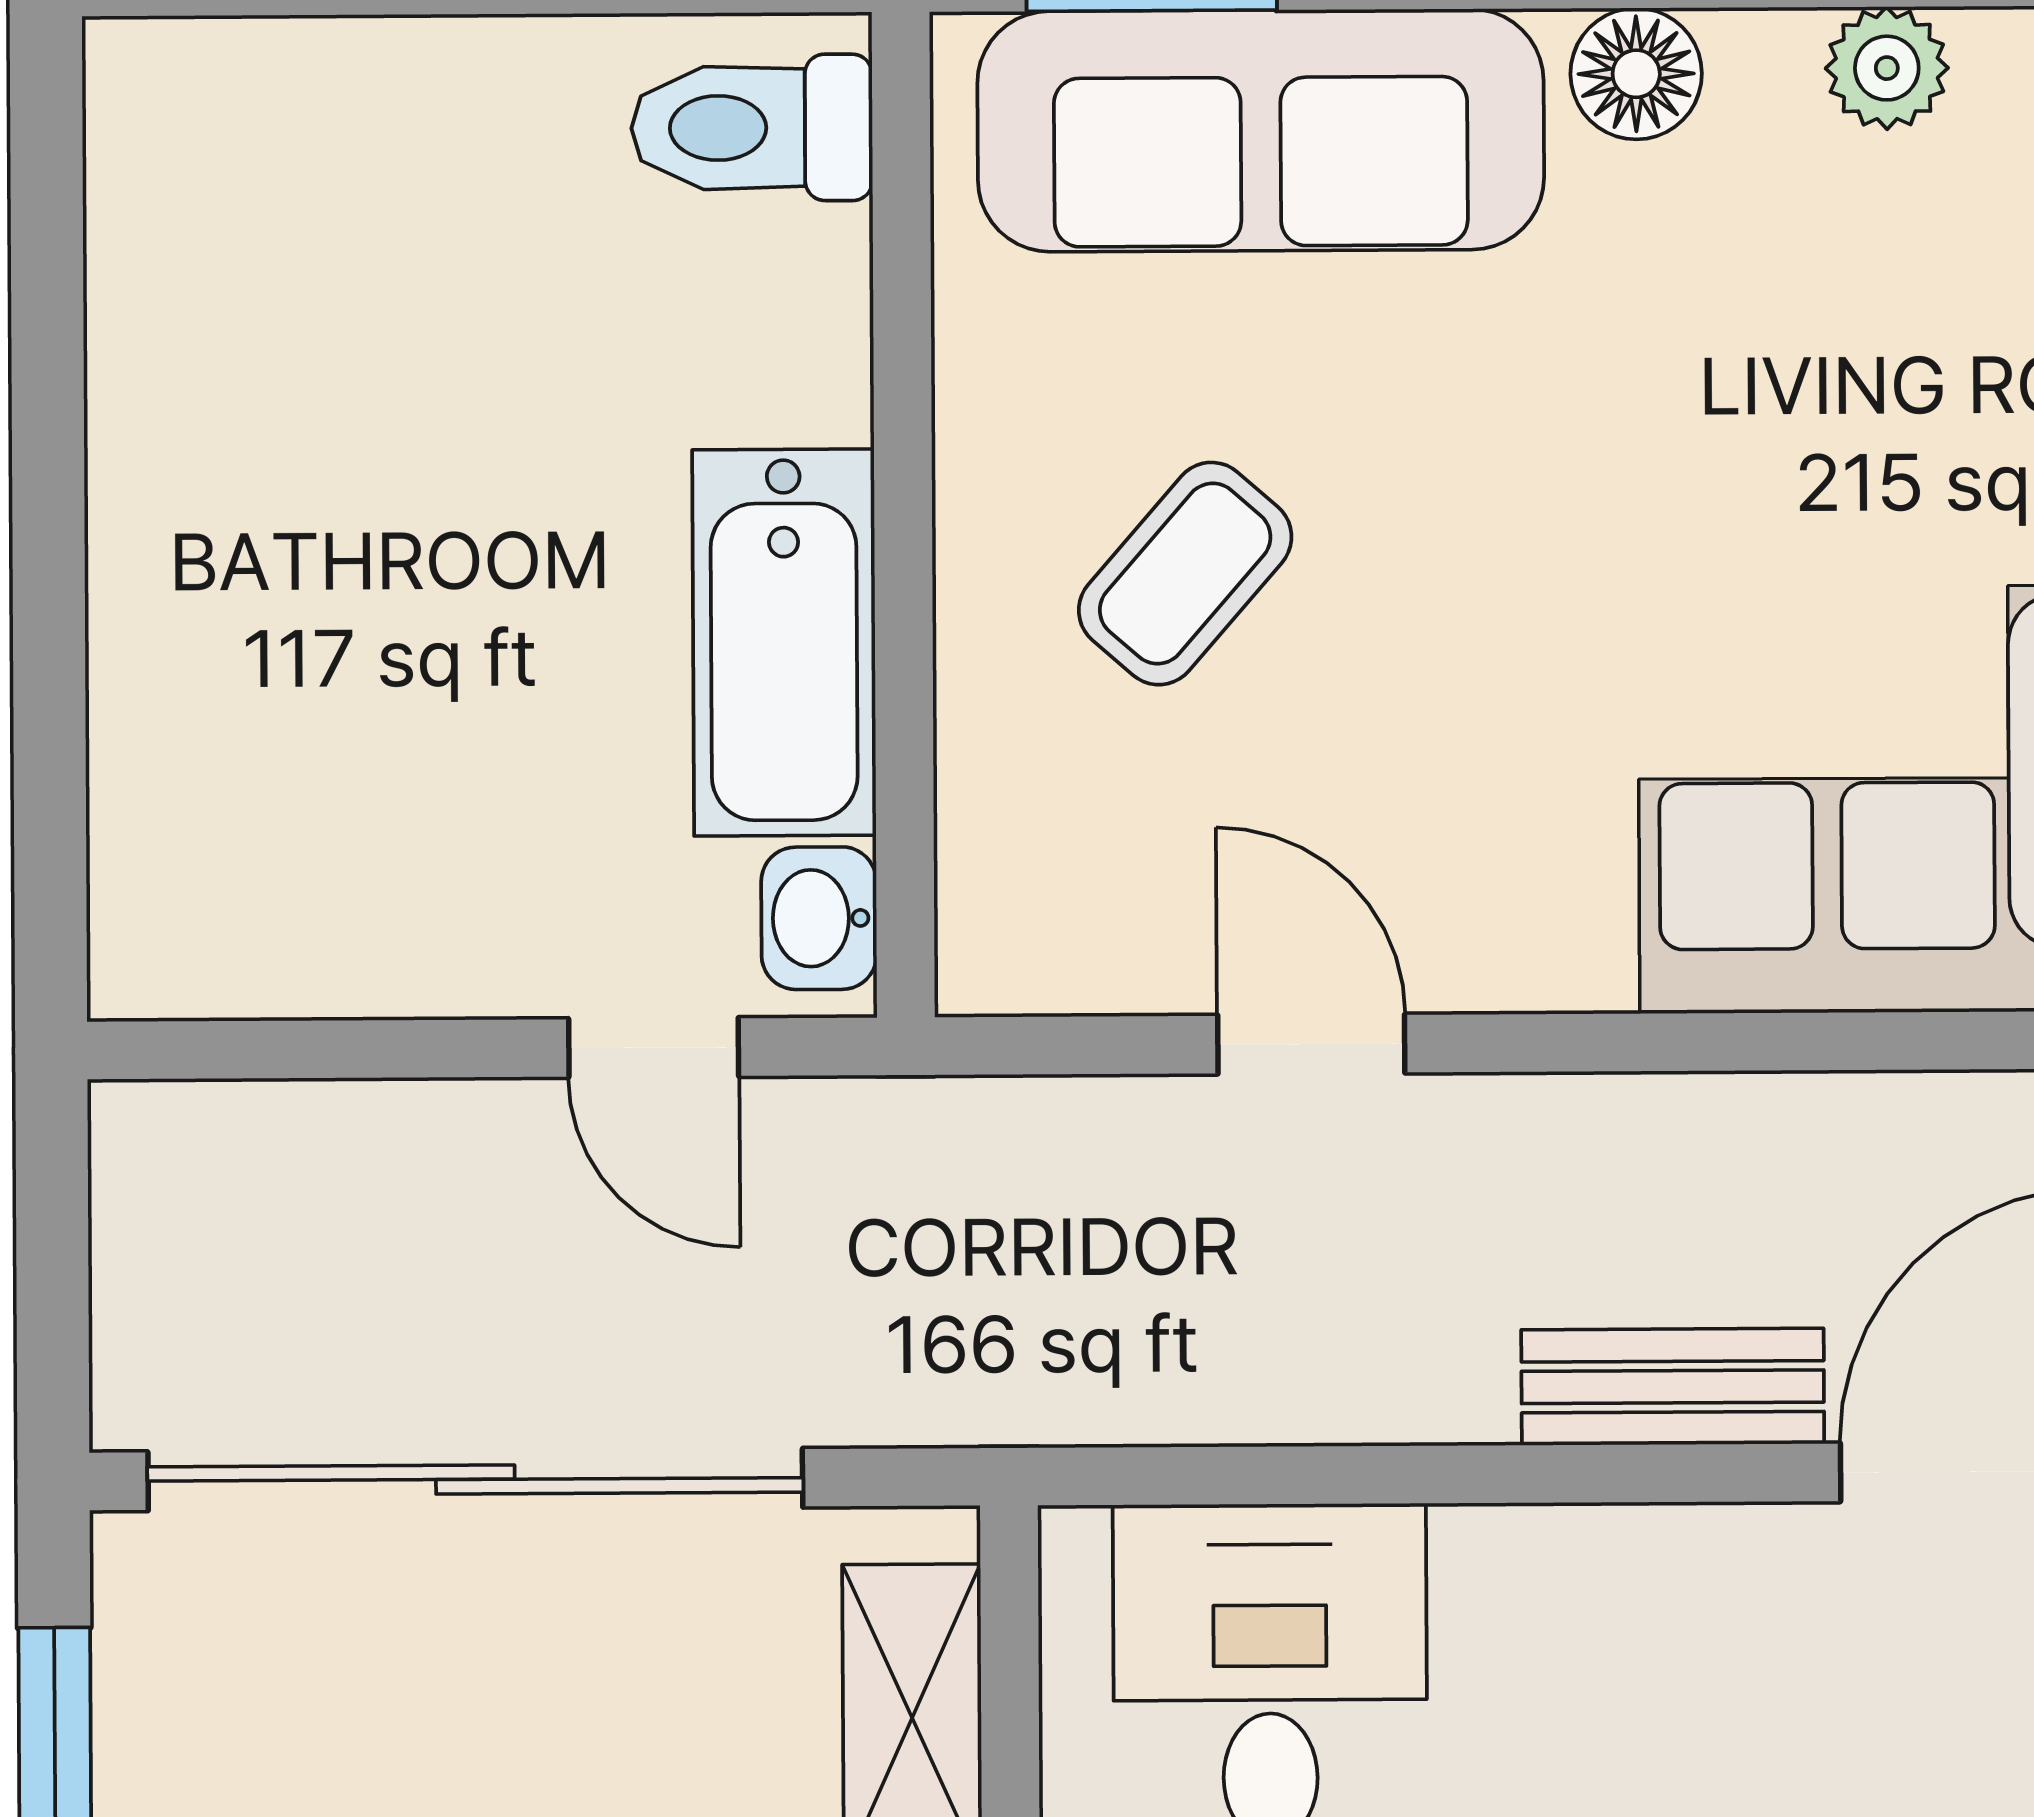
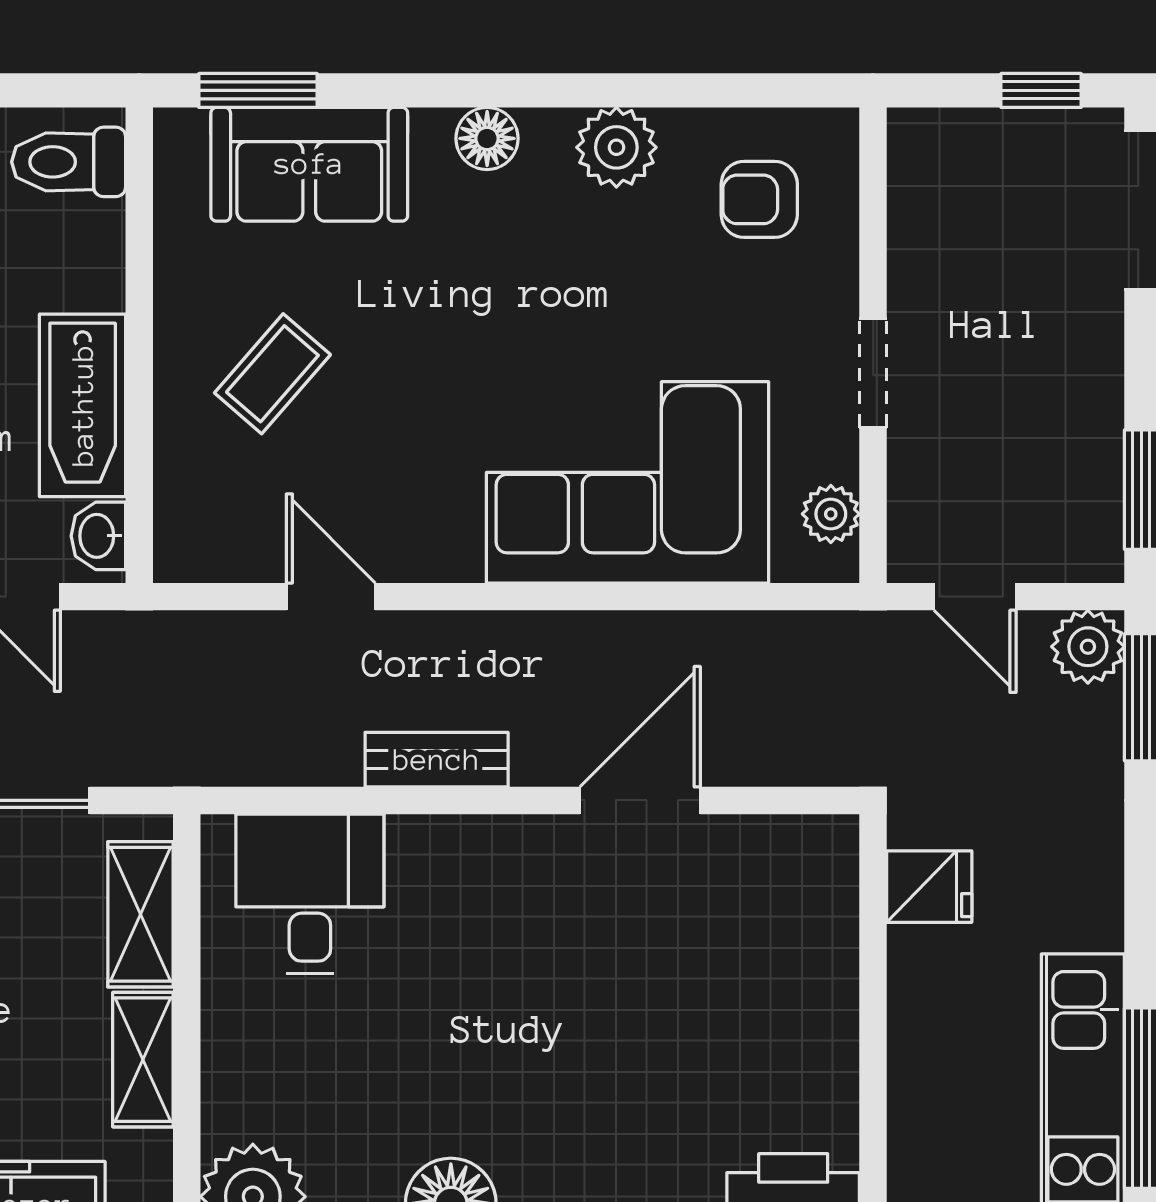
plant: (1887, 68) -> (616, 147), width x1.38, depth x1.38
sofa: (1261, 130) -> (309, 164), width x0.73
bench: (1673, 1387) -> (437, 760), moved

